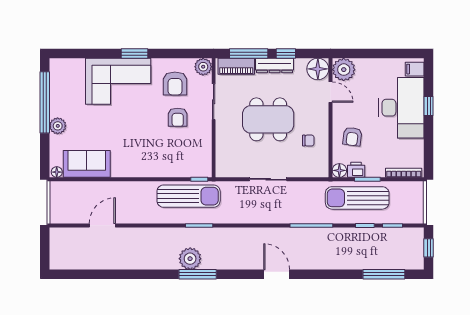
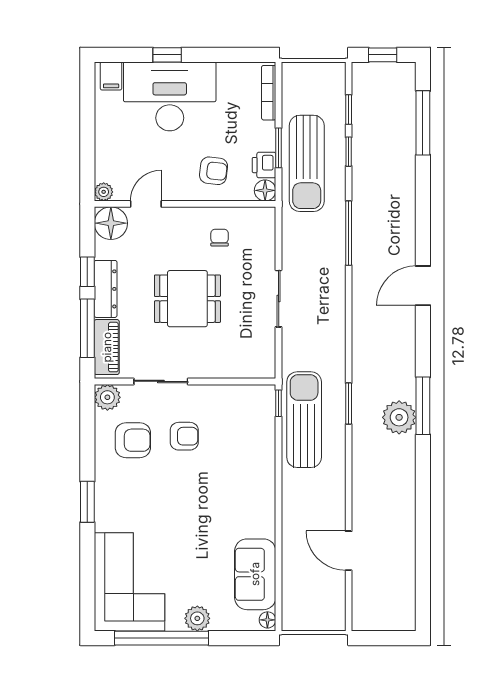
plant: (344, 70) -> (104, 192), width x0.53, depth x0.53
corner sofa: (118, 81) -> (130, 582), moved
dining table: (268, 119) -> (187, 299), width x0.73

